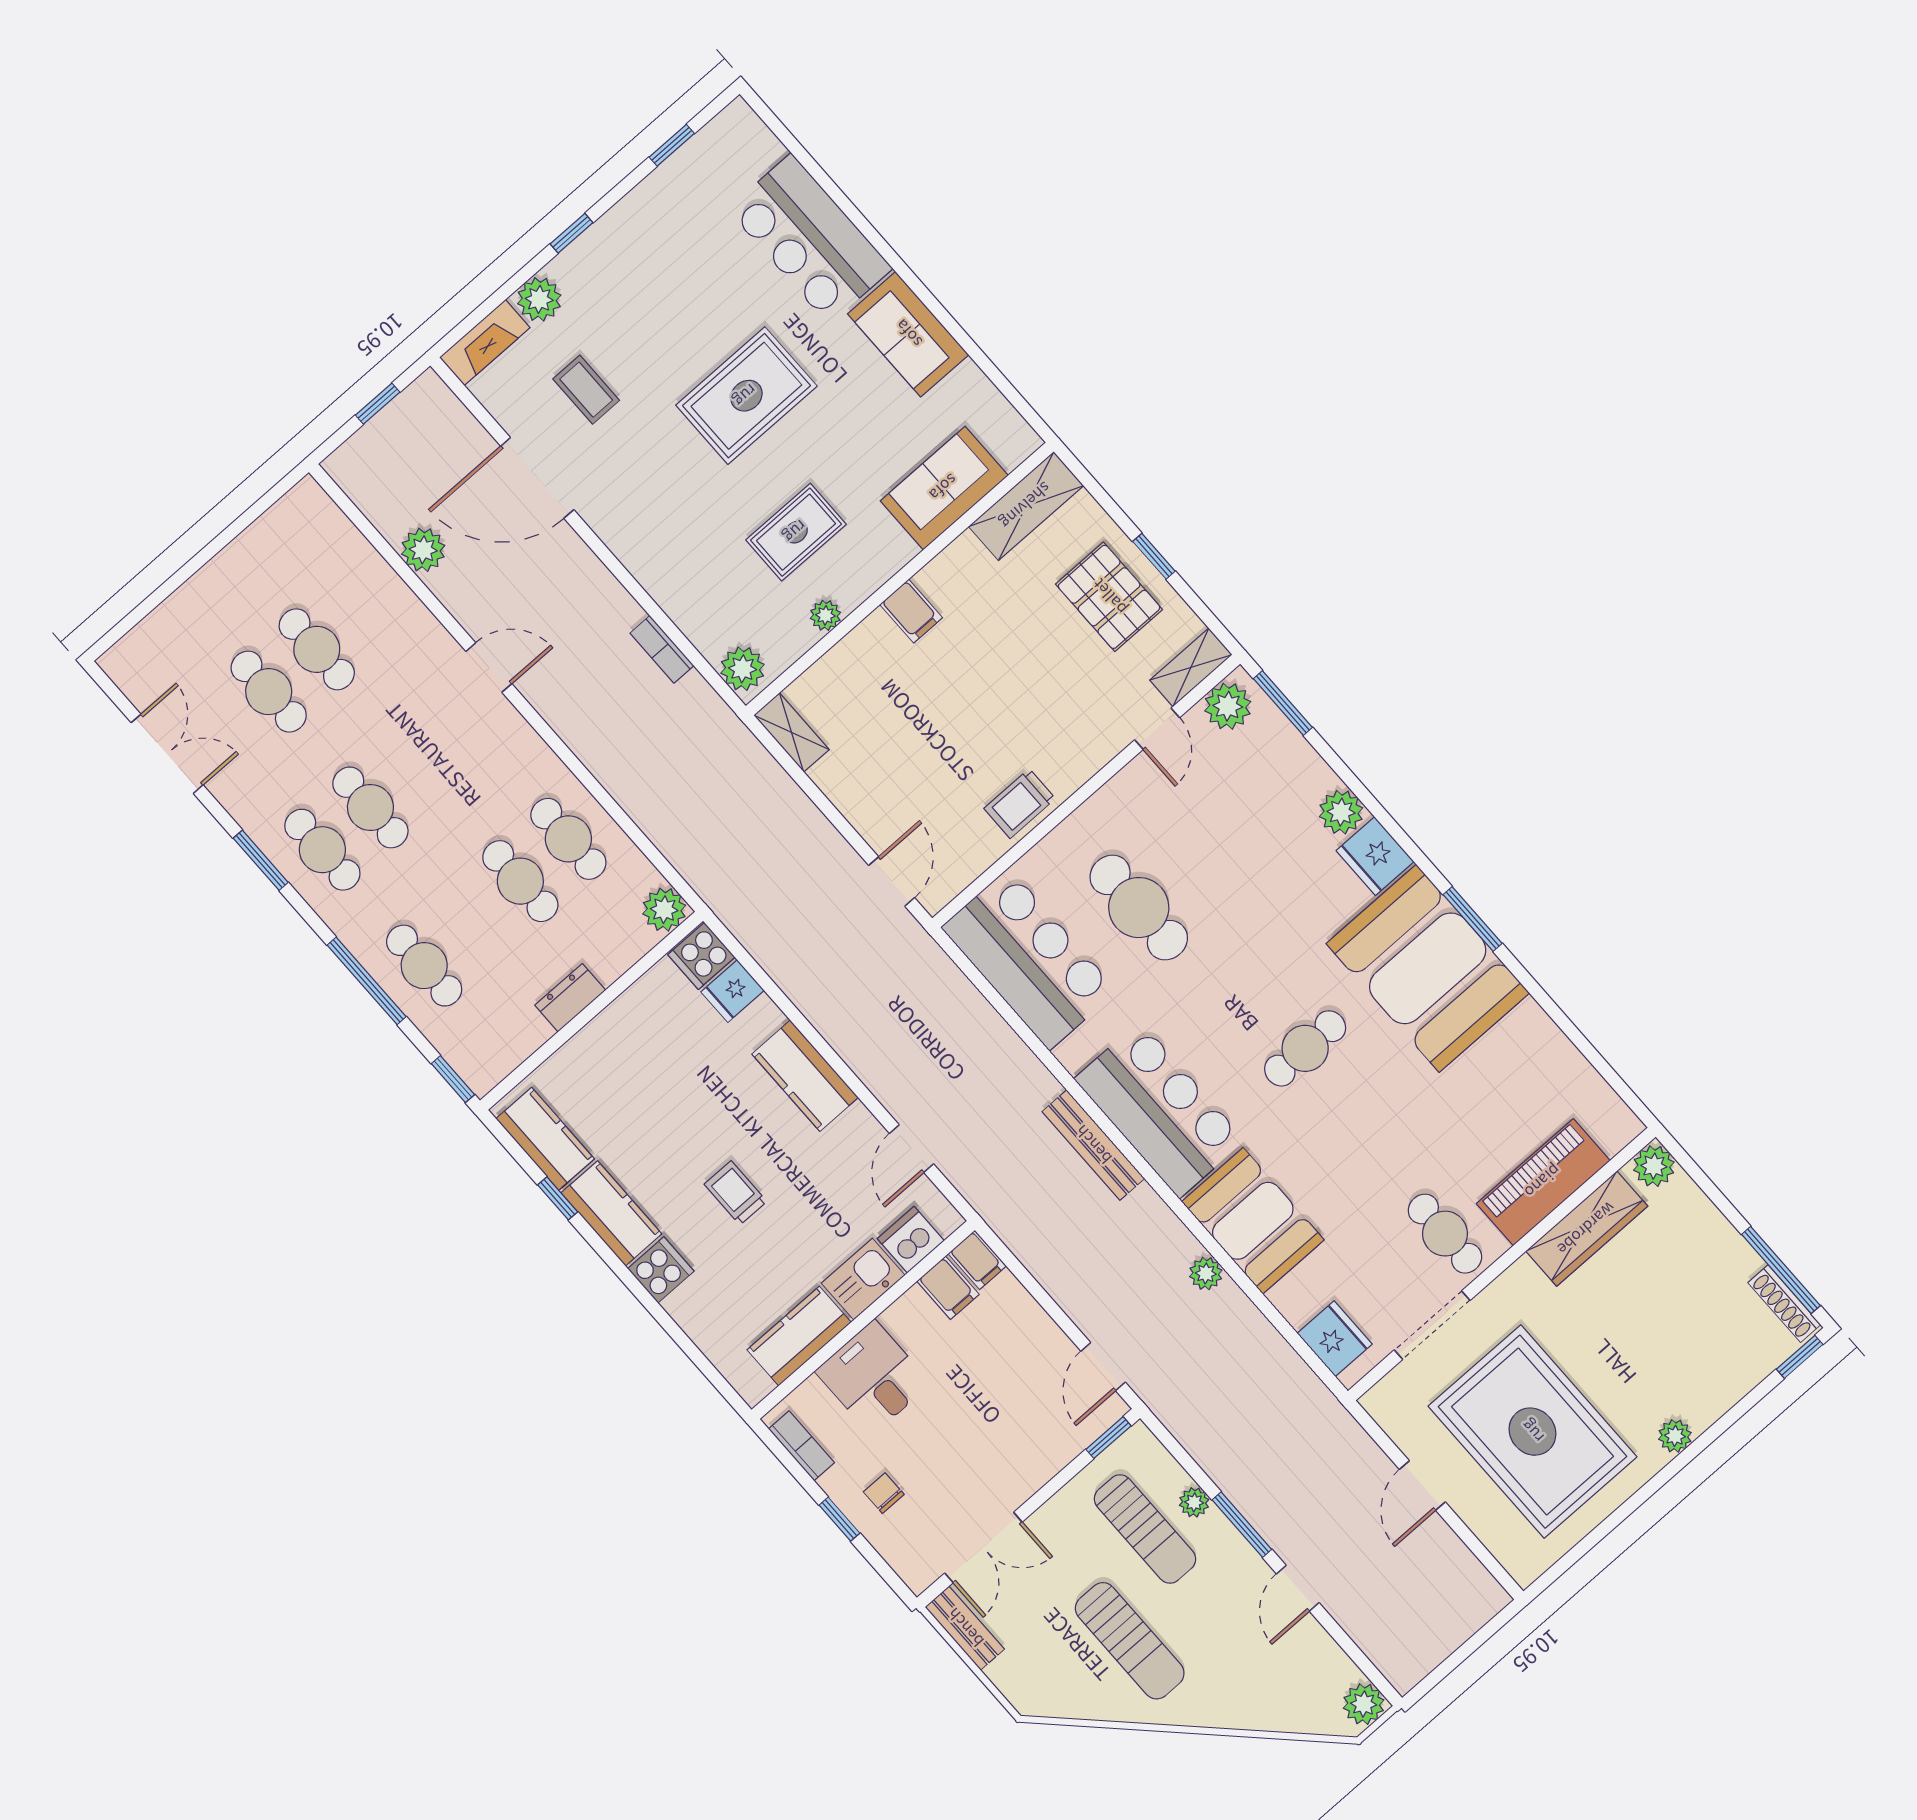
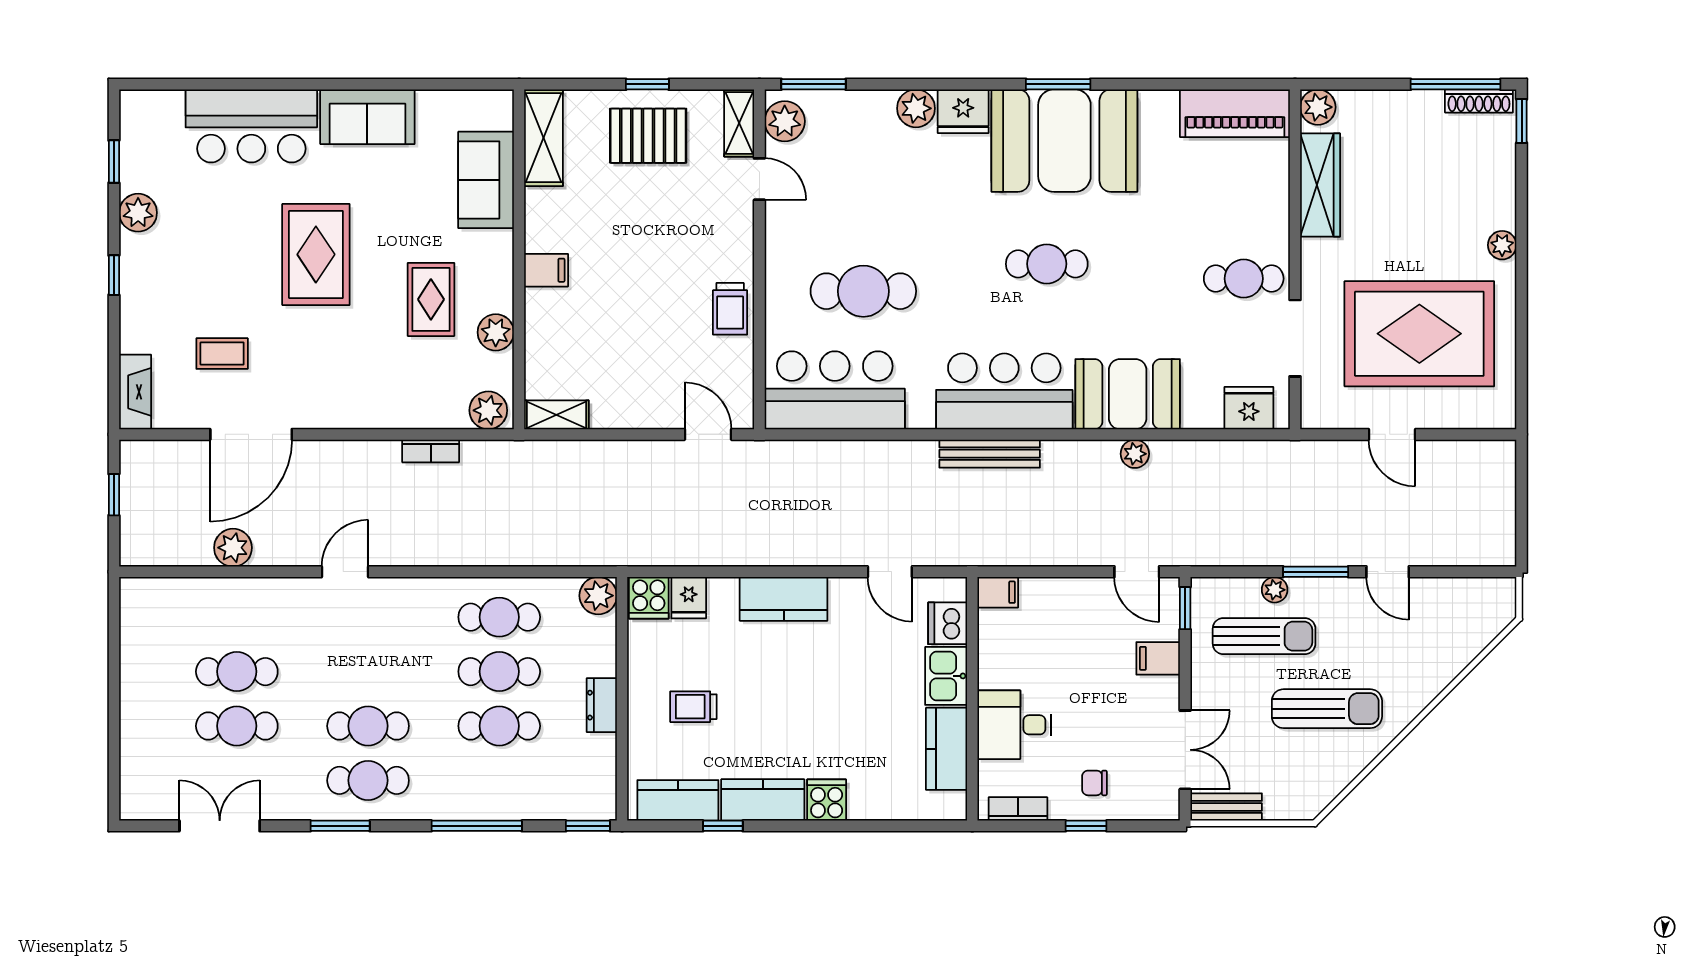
plant: (539, 299) -> (138, 213), moved
plant: (825, 615) -> (496, 332), width x1.38, depth x1.38
cafe table: (424, 966) -> (499, 726), moved
cafe table: (1305, 1048) -> (1047, 264), turned 90
piano: (1543, 1182) -> (1235, 113), moved, turned -90
trolley: (735, 1193) -> (693, 707), moved
filing cabinet: (948, 1288) -> (1158, 658), moved, turned 180
plant: (1364, 1704) -> (1499, 595), removed

